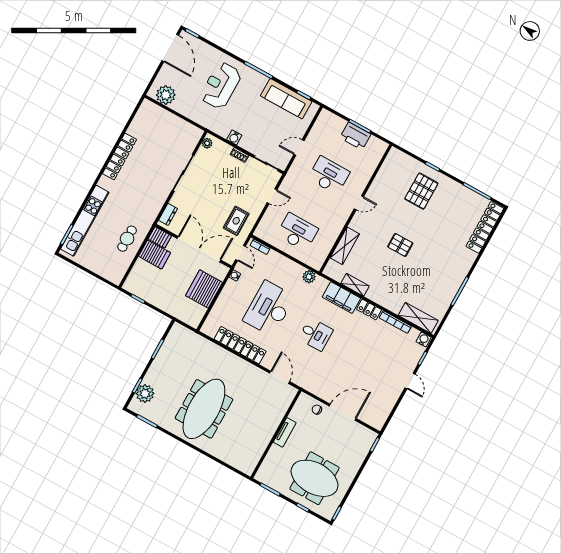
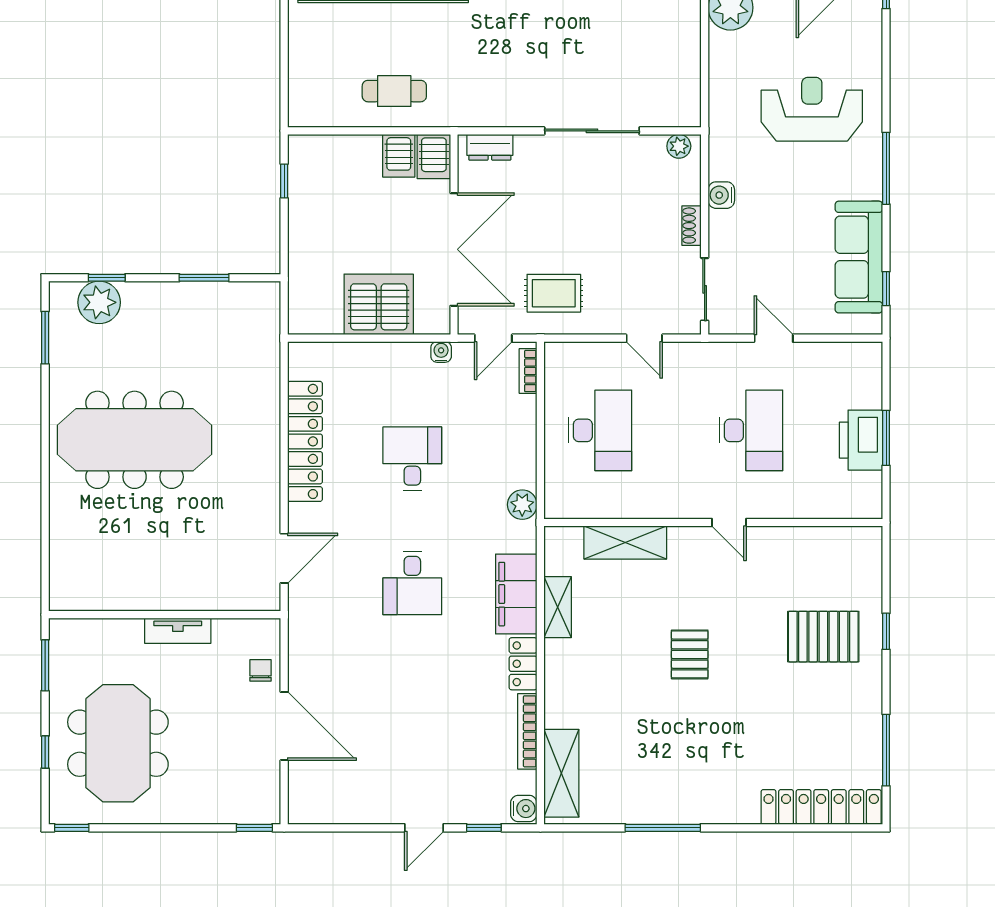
server rack: (155, 255) -> (399, 156), width x0.73, depth x0.70
desk: (269, 308) -> (412, 459), width x0.53, depth x0.77

